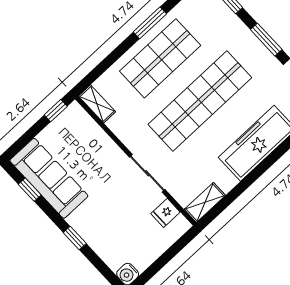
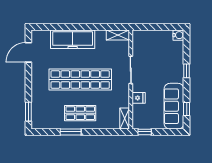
window: (266, 40) -> (28, 79), removed
shop shelf: (160, 58) -> (80, 113), width x0.70, depth x0.74
fridge: (165, 213) -> (139, 98), moved

